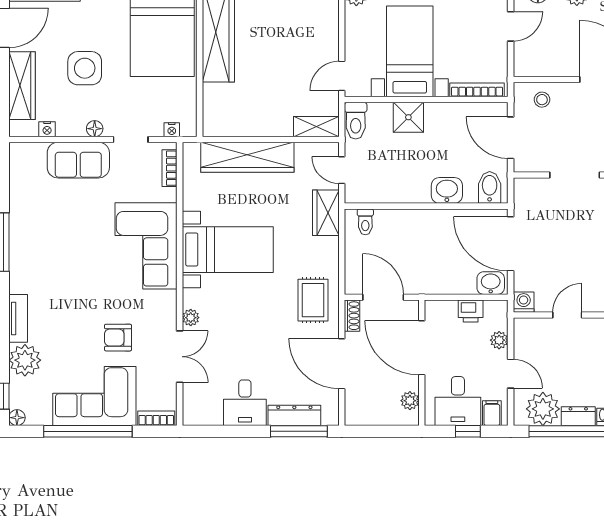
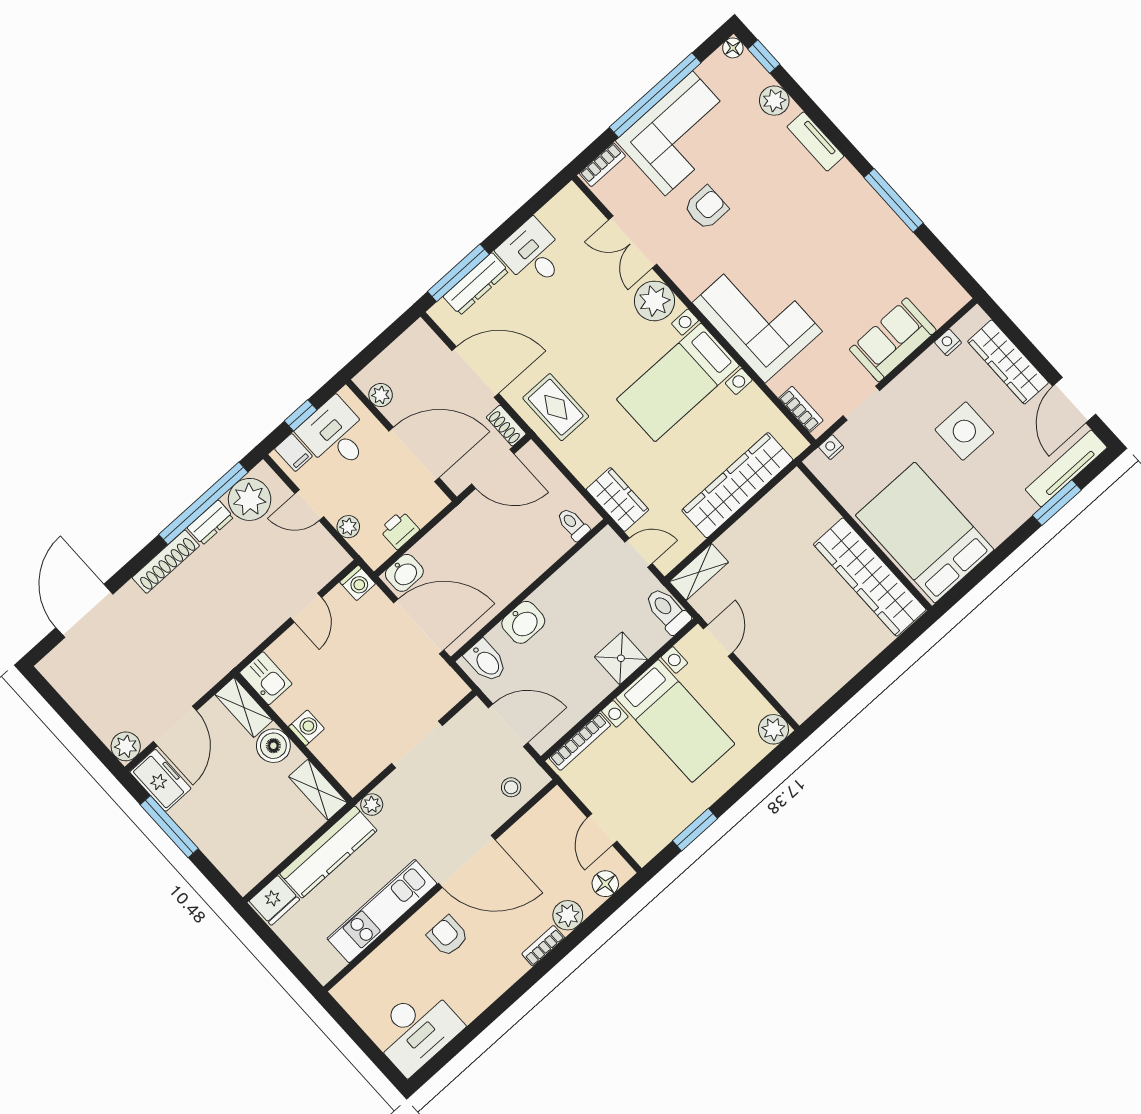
floor lamp: (95, 129) -> (904, 383), removed
plant: (191, 318) -> (654, 301), width x1.87, depth x1.87
plant: (25, 360) -> (774, 101), width x0.73, depth x0.73

